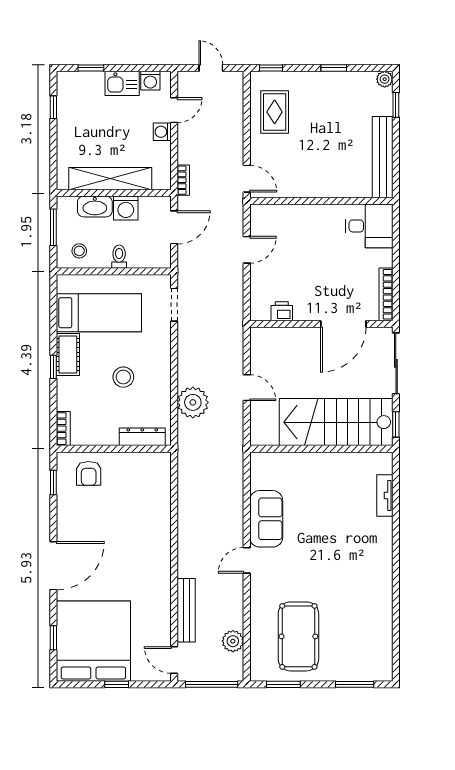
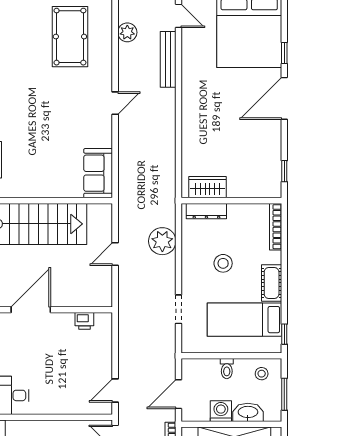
door: (247, 250) -> (115, 391), moved
doorway: (174, 305) -> (179, 309), moved
window: (53, 367) -> (284, 334), moved
door: (247, 388) -> (115, 254), hinge flipped
bookcase: (63, 429) -> (276, 227), width x1.56
wardrobe: (141, 464) -> (208, 187), added
armchair: (89, 473) -> (253, 179), removed
sofa: (266, 519) -> (98, 173), moved
window: (53, 638) -> (284, 53), moved

